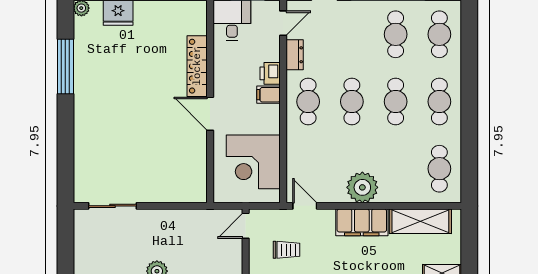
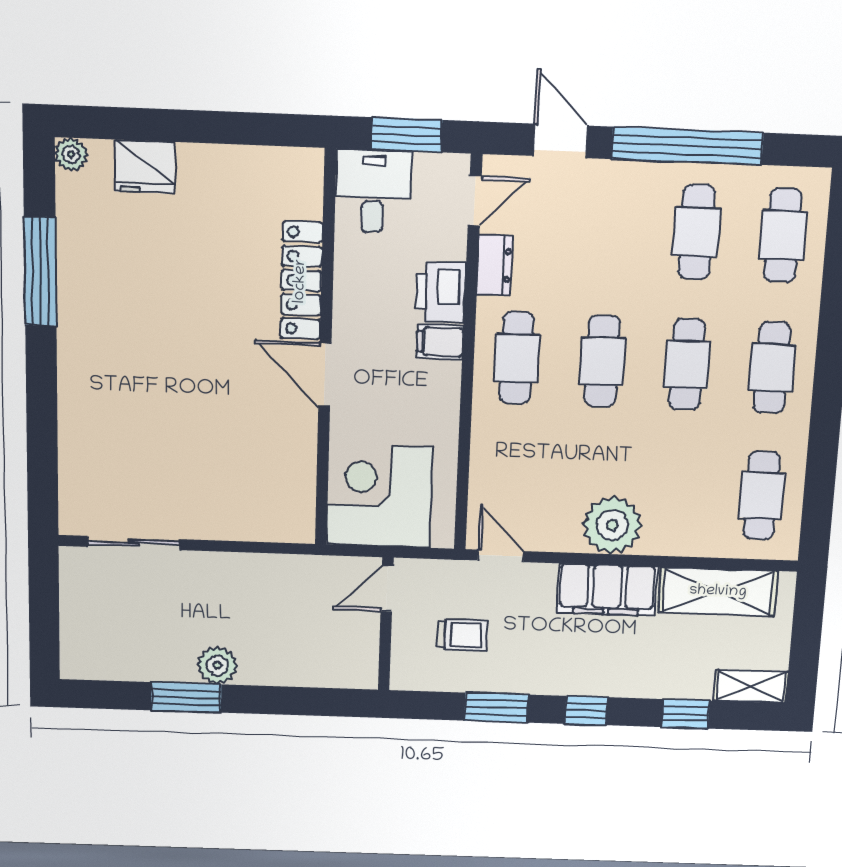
printer: (270, 73) -> (440, 292), width x1.36, depth x1.24
corner desk: (253, 162) -> (379, 496), moved, turned 90

